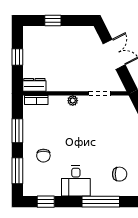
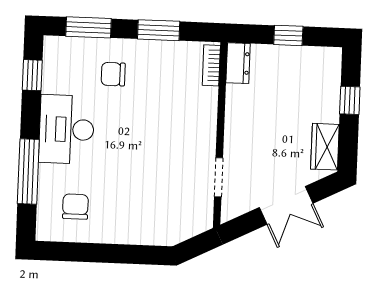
wardrobe: (80, 34) -> (325, 147), added
plant: (73, 101) -> (208, 129), removed
chair: (120, 174) -> (75, 207), turned 180
desk: (76, 181) -> (67, 129), width x1.37

